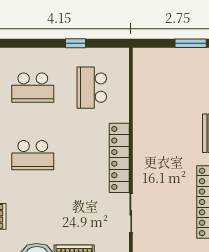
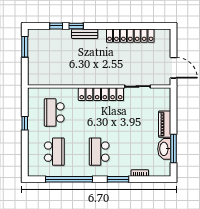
school desk: (92, 88) -> (54, 112), turned 90
school desk: (33, 155) -> (99, 152), turned 180

